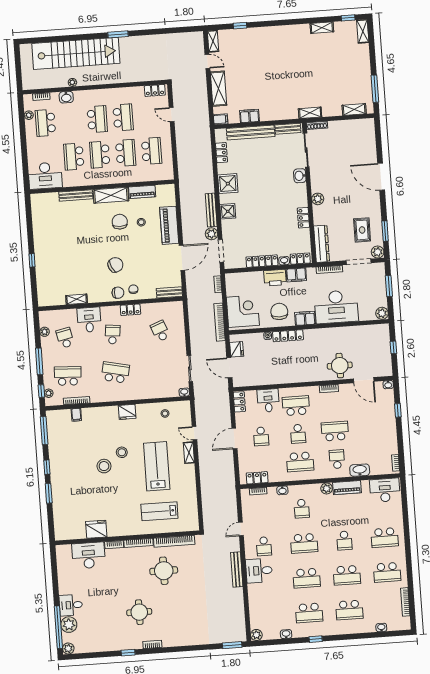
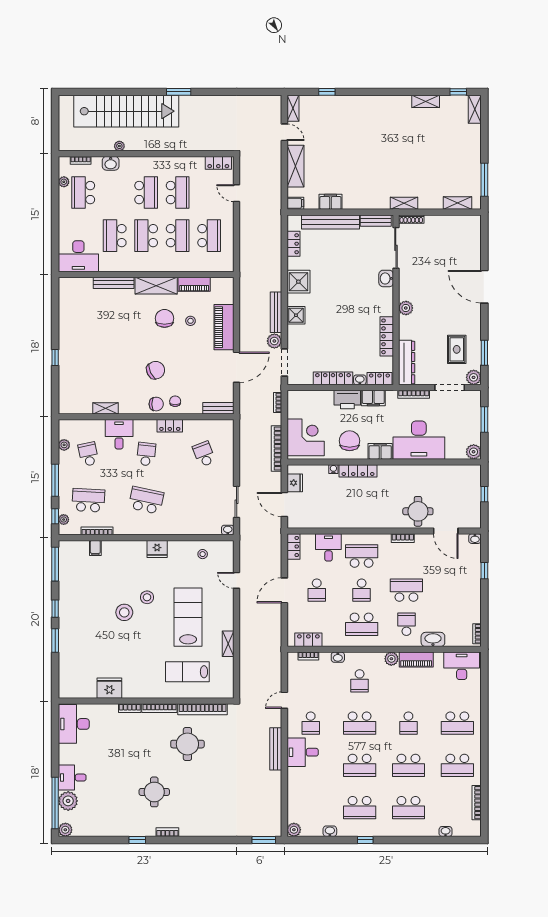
locker: (303, 218) -> (387, 336), width x1.53
shelving: (189, 453) -> (228, 644), moved
desk: (89, 555) -> (74, 724), moved, turned -90

